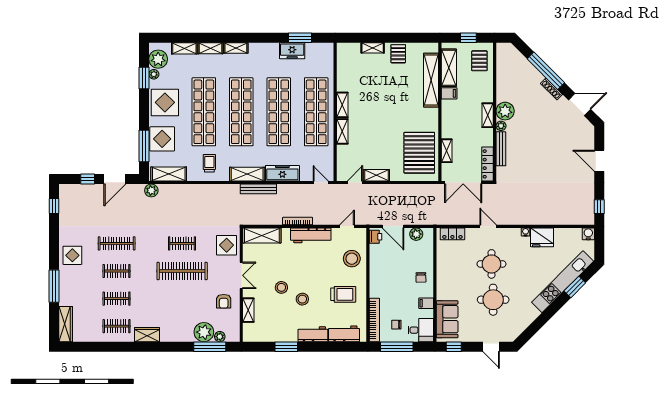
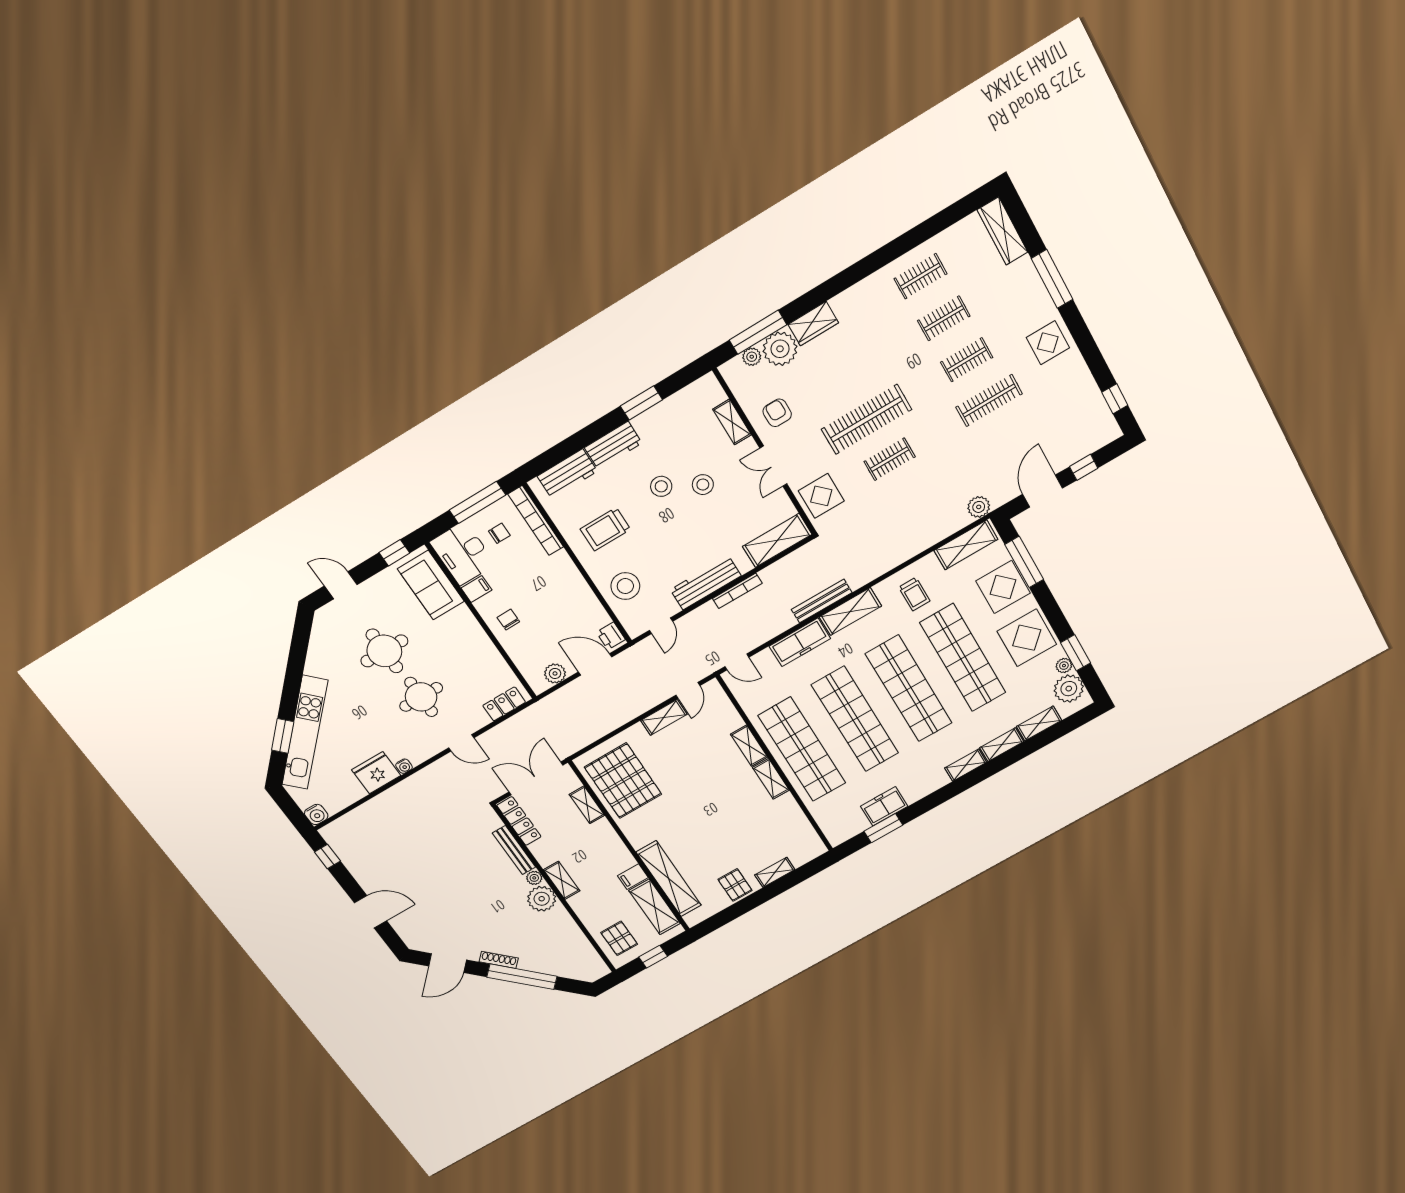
desk: (421, 330) -> (463, 553), width x1.37
wardrobe: (147, 335) -> (813, 324), moved

